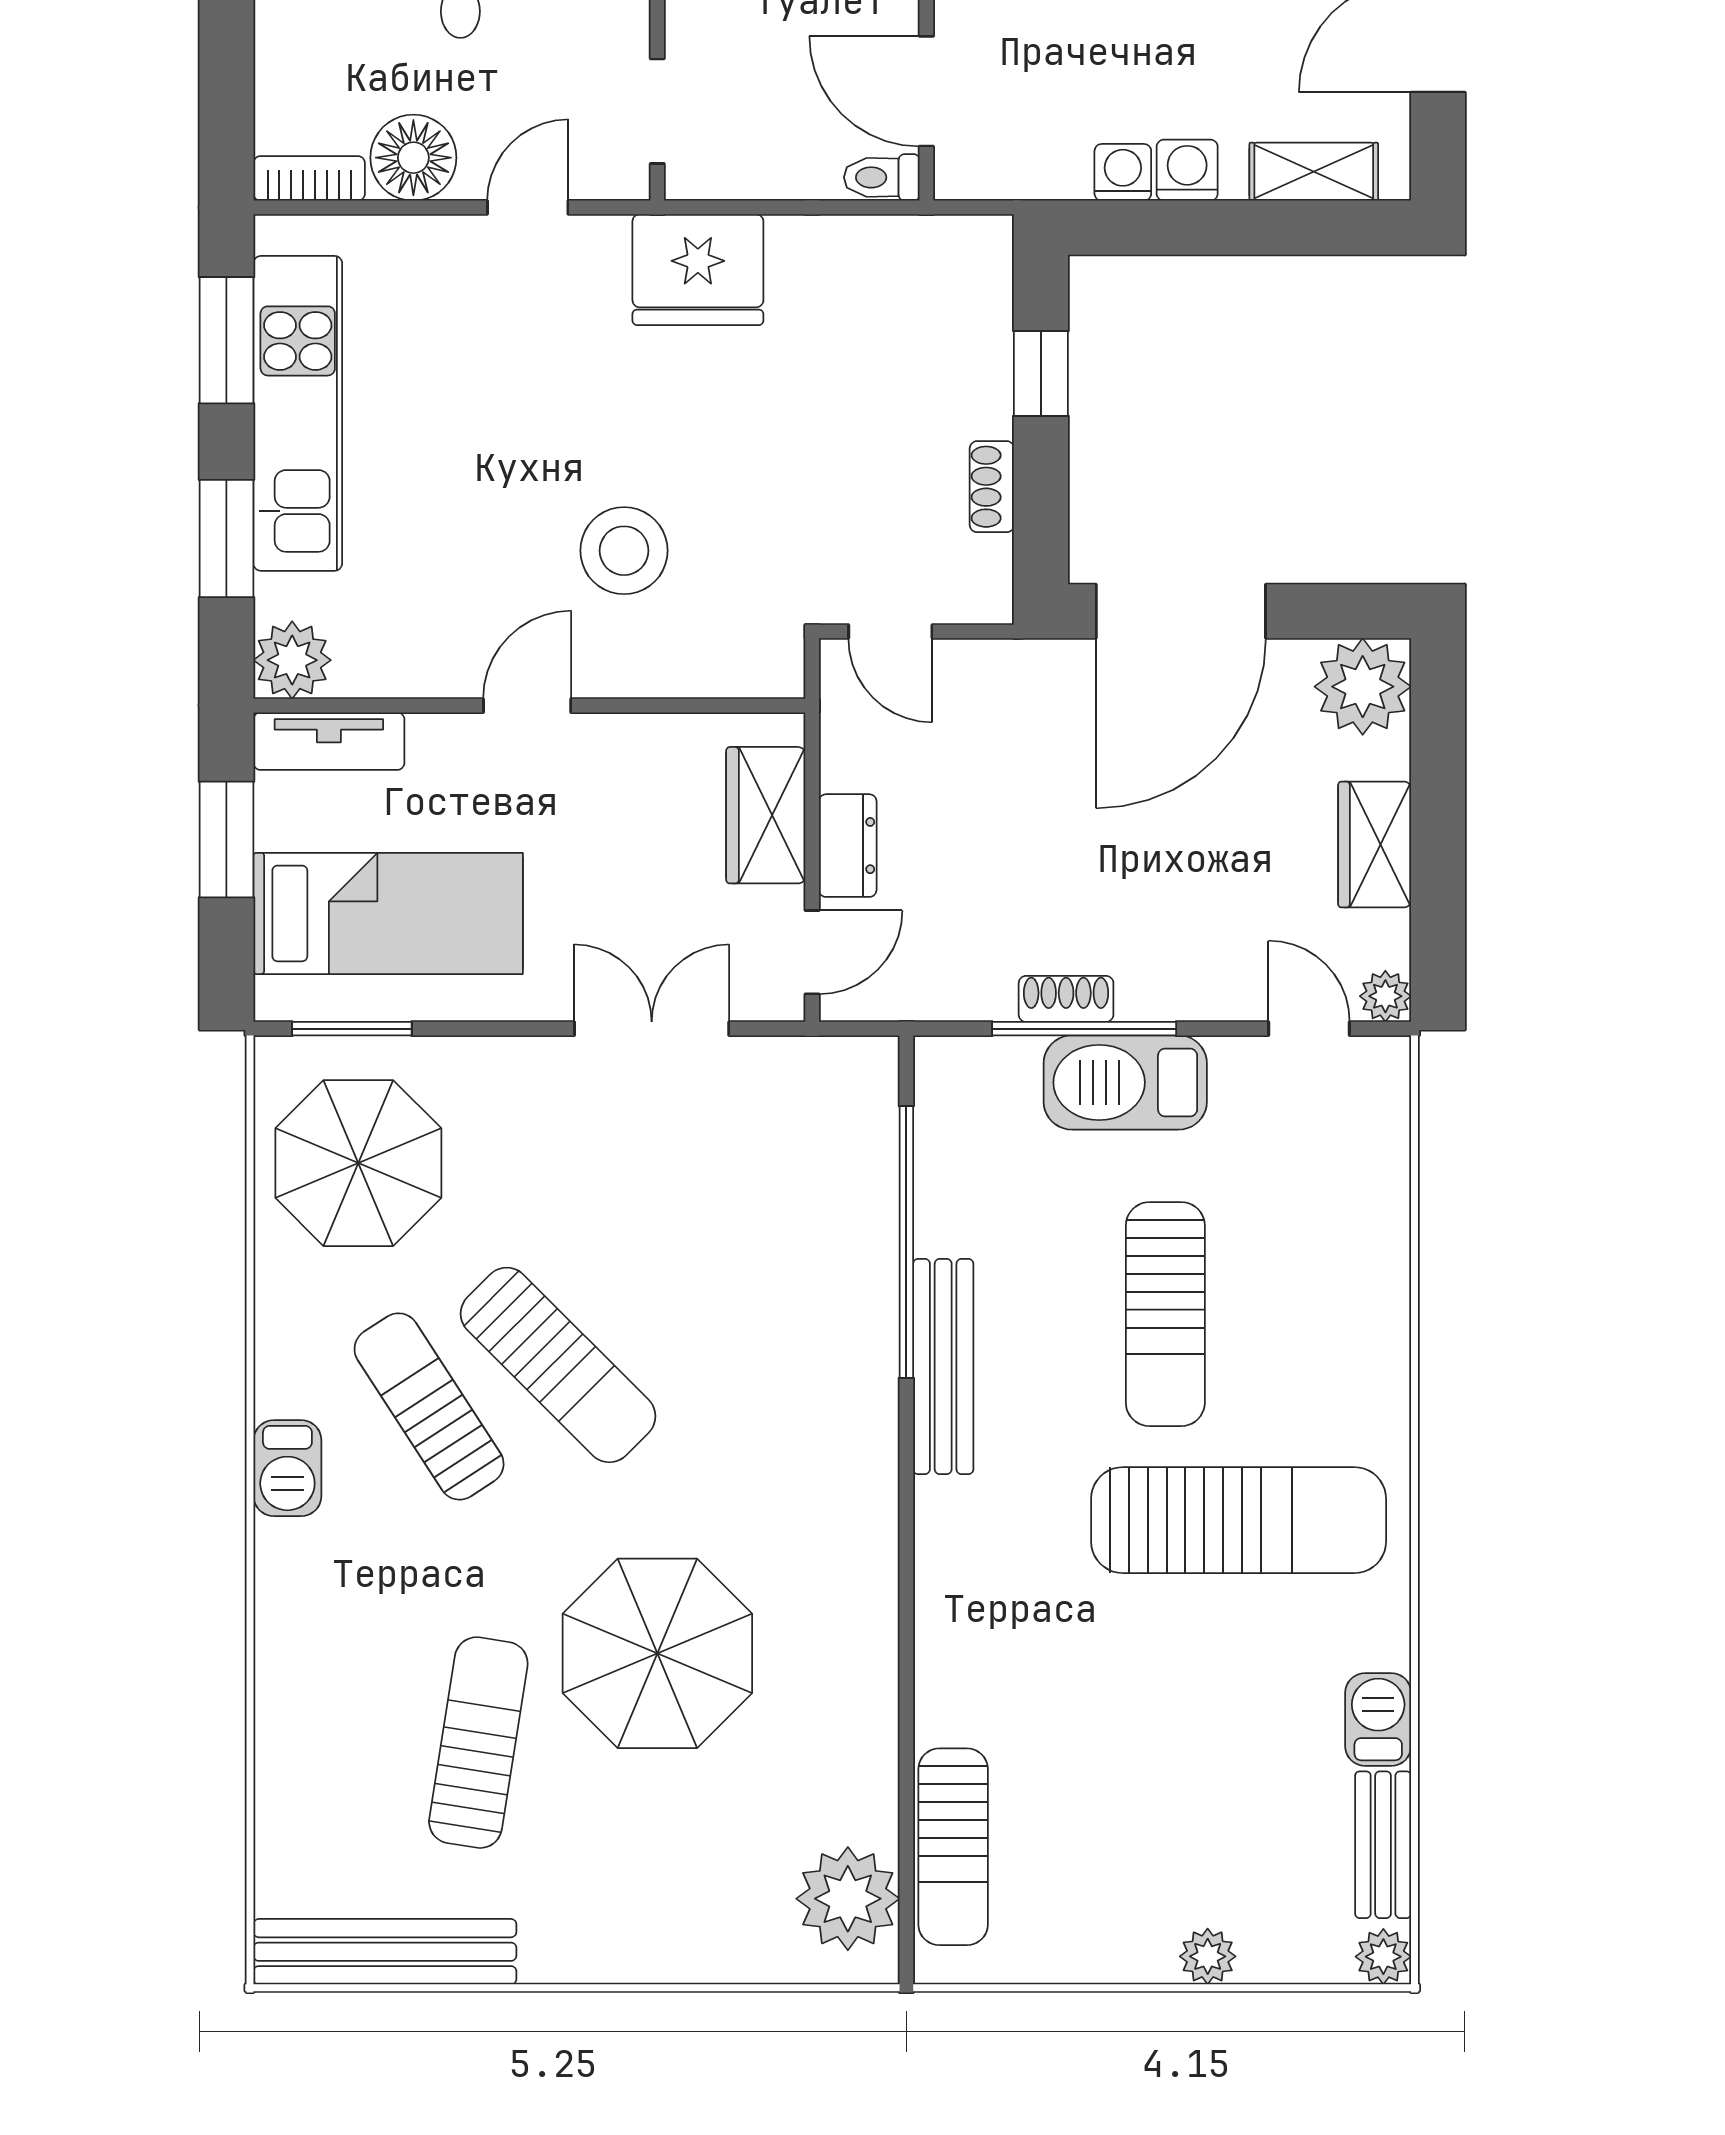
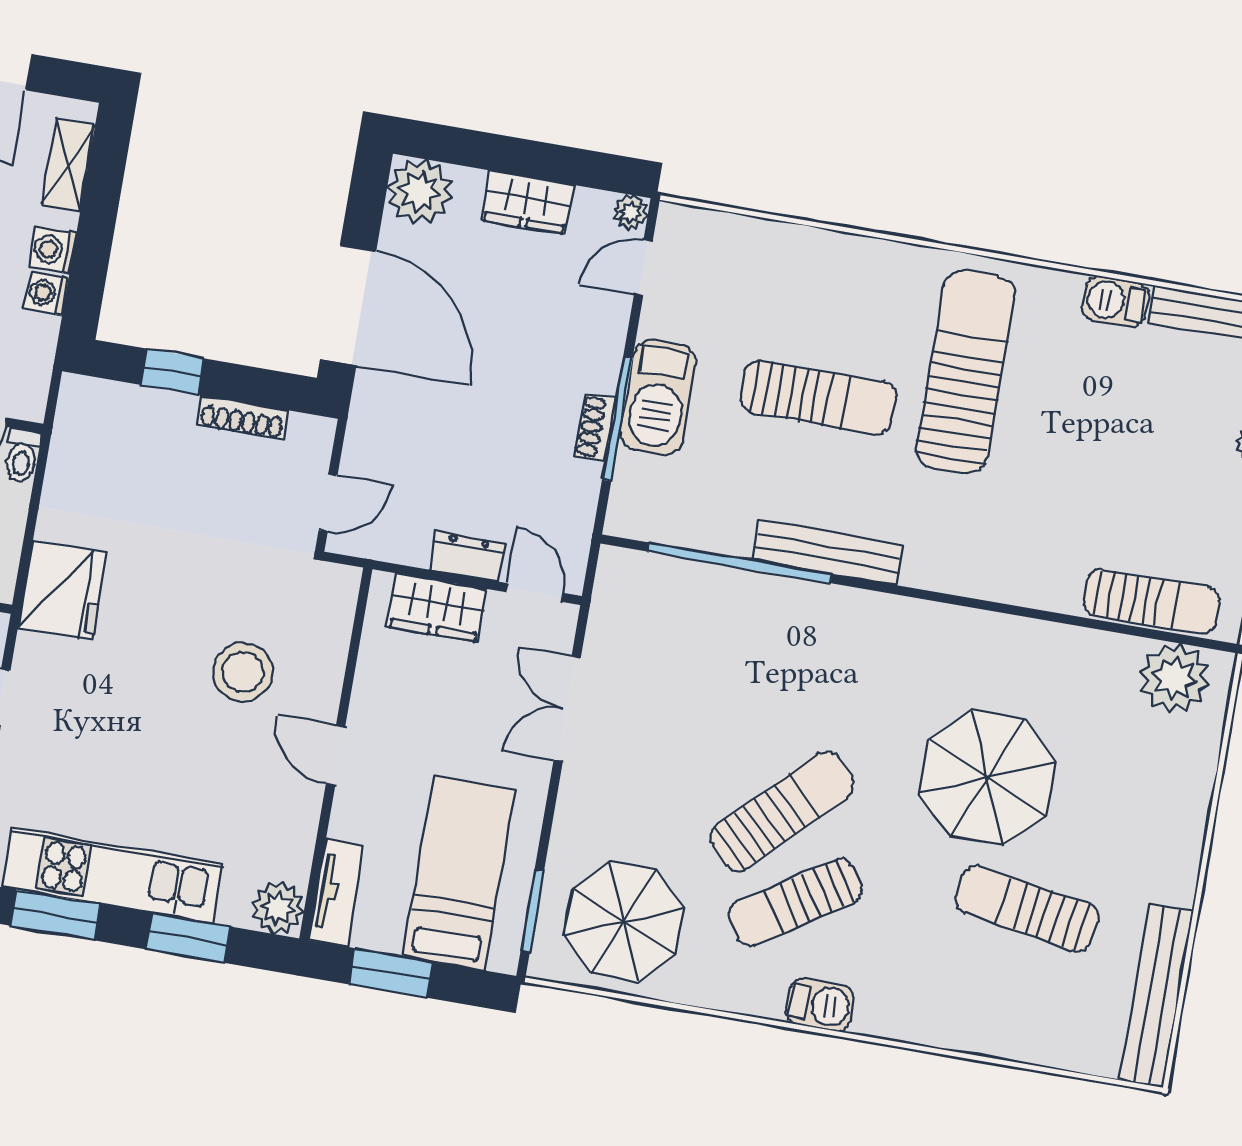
shoe rack: (992, 487) -> (242, 418), width x1.43

